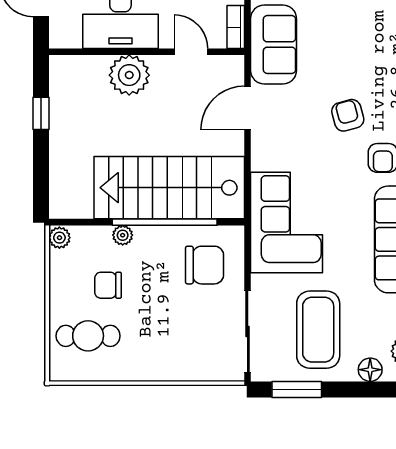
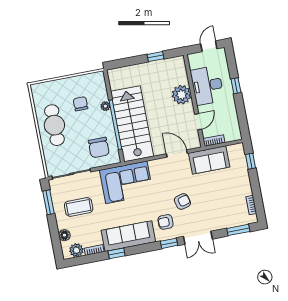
plant: (59, 238) -> (99, 77), removed
coffee table: (318, 330) -> (79, 207), width x0.73, depth x0.76
cafe table: (88, 336) -> (54, 125), moved, width x1.37, depth x1.35

